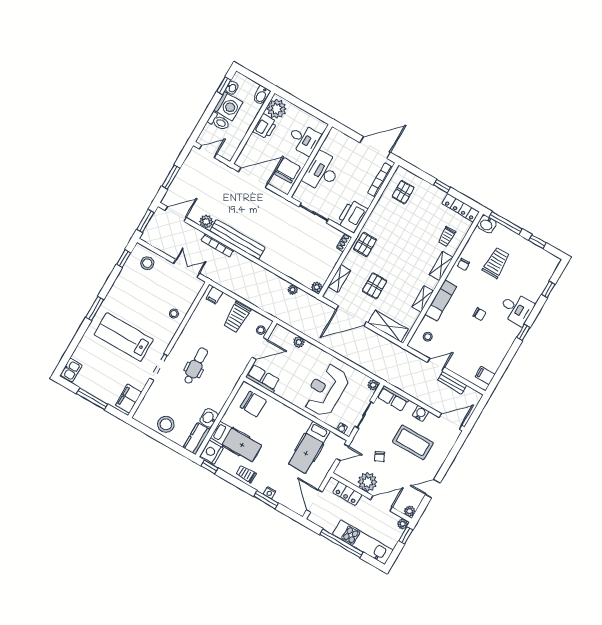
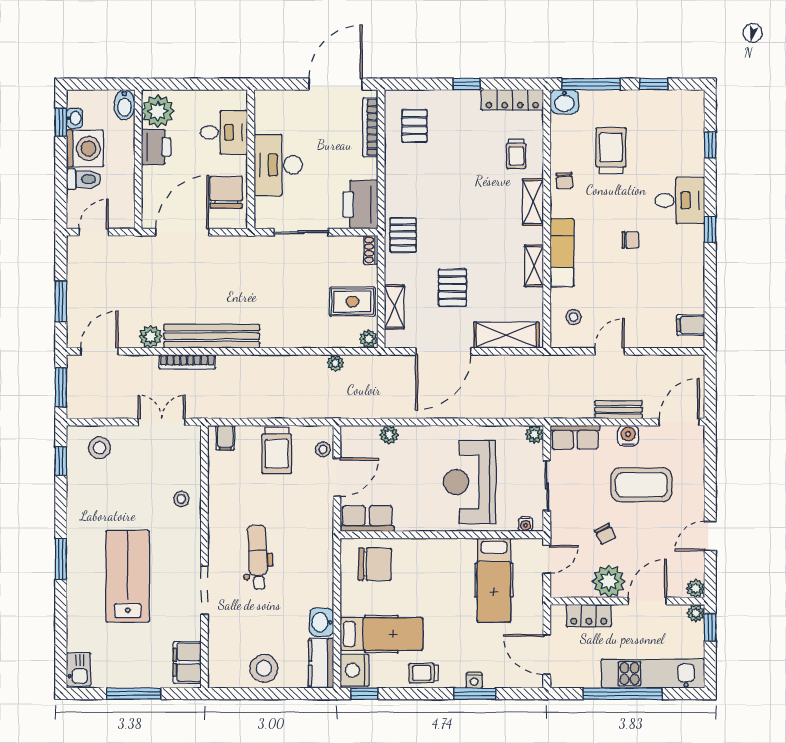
rug: (319, 263) -> (352, 302), added
lab bench: (124, 337) -> (128, 576), turned 90
bench: (452, 383) -> (619, 410), moved

